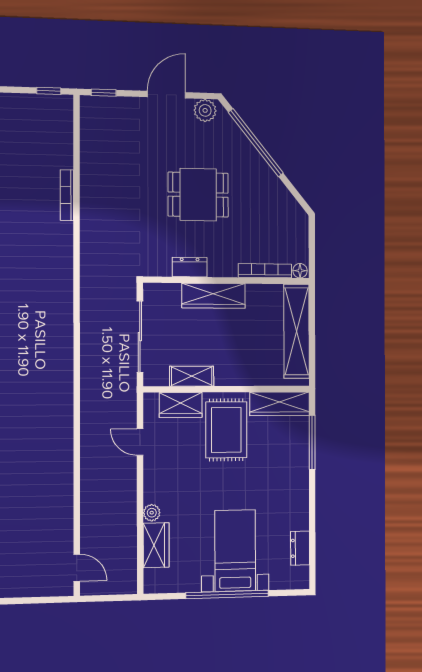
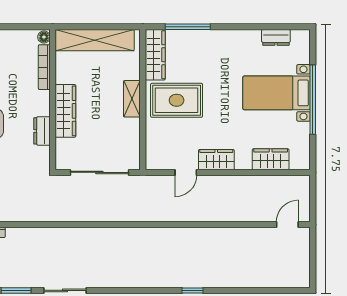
shelving: (192, 376) -> (132, 99), moved
wardrobe: (181, 405) -> (216, 160), moved, turned -90
plant: (152, 513) -> (244, 163), removed

